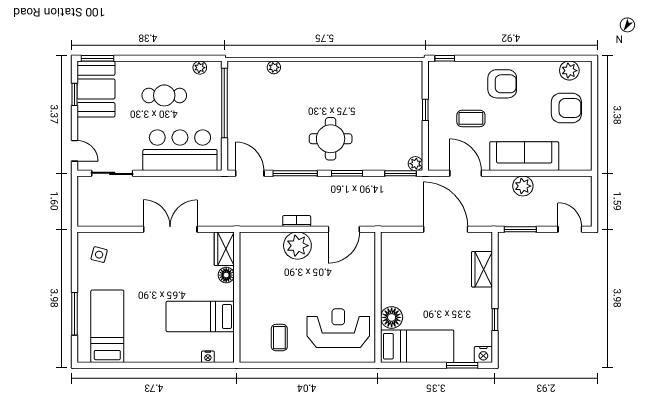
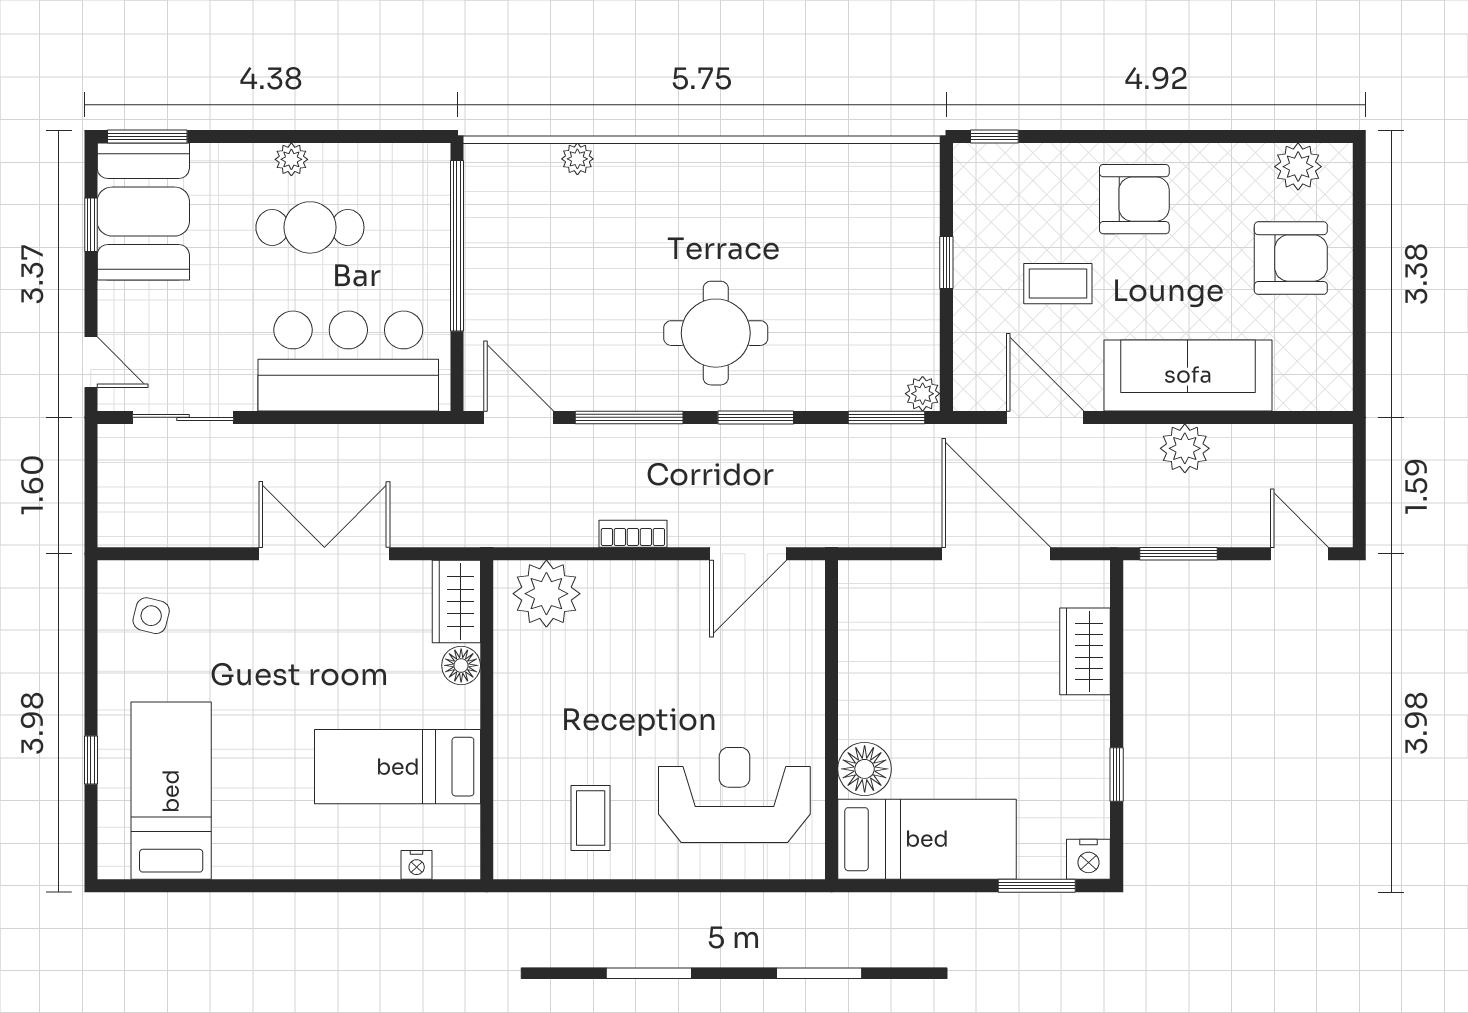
plant: (200, 68) -> (291, 159), moved
plant: (297, 246) -> (546, 594), moved
window: (74, 314) -> (91, 760), width x0.46

